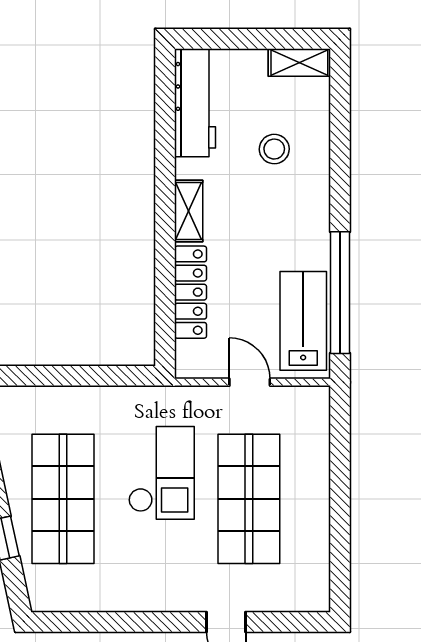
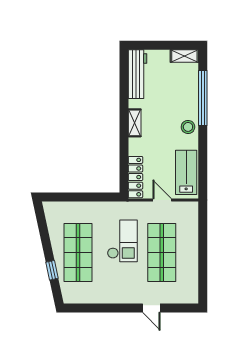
stool: (274, 149) -> (188, 127), moved
locker: (191, 292) -> (135, 177), moved
window: (340, 293) -> (203, 98), moved

